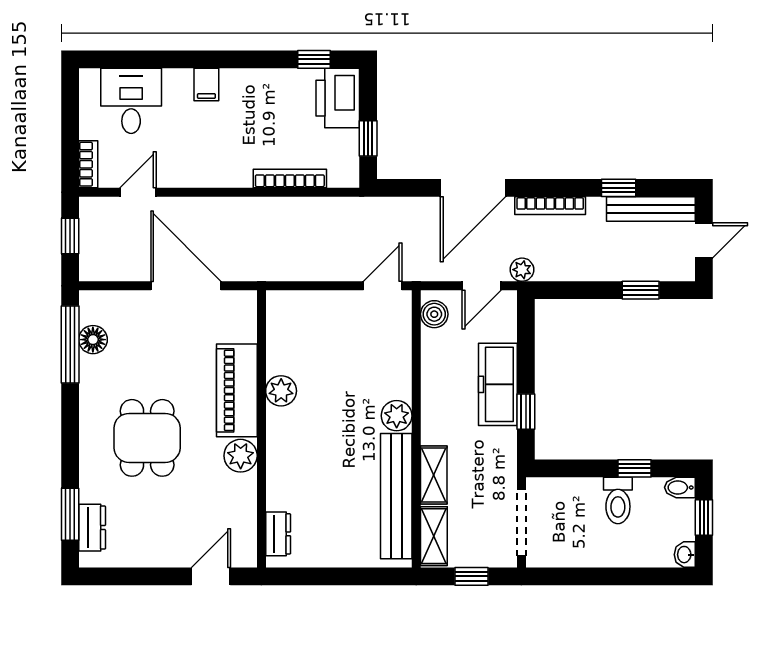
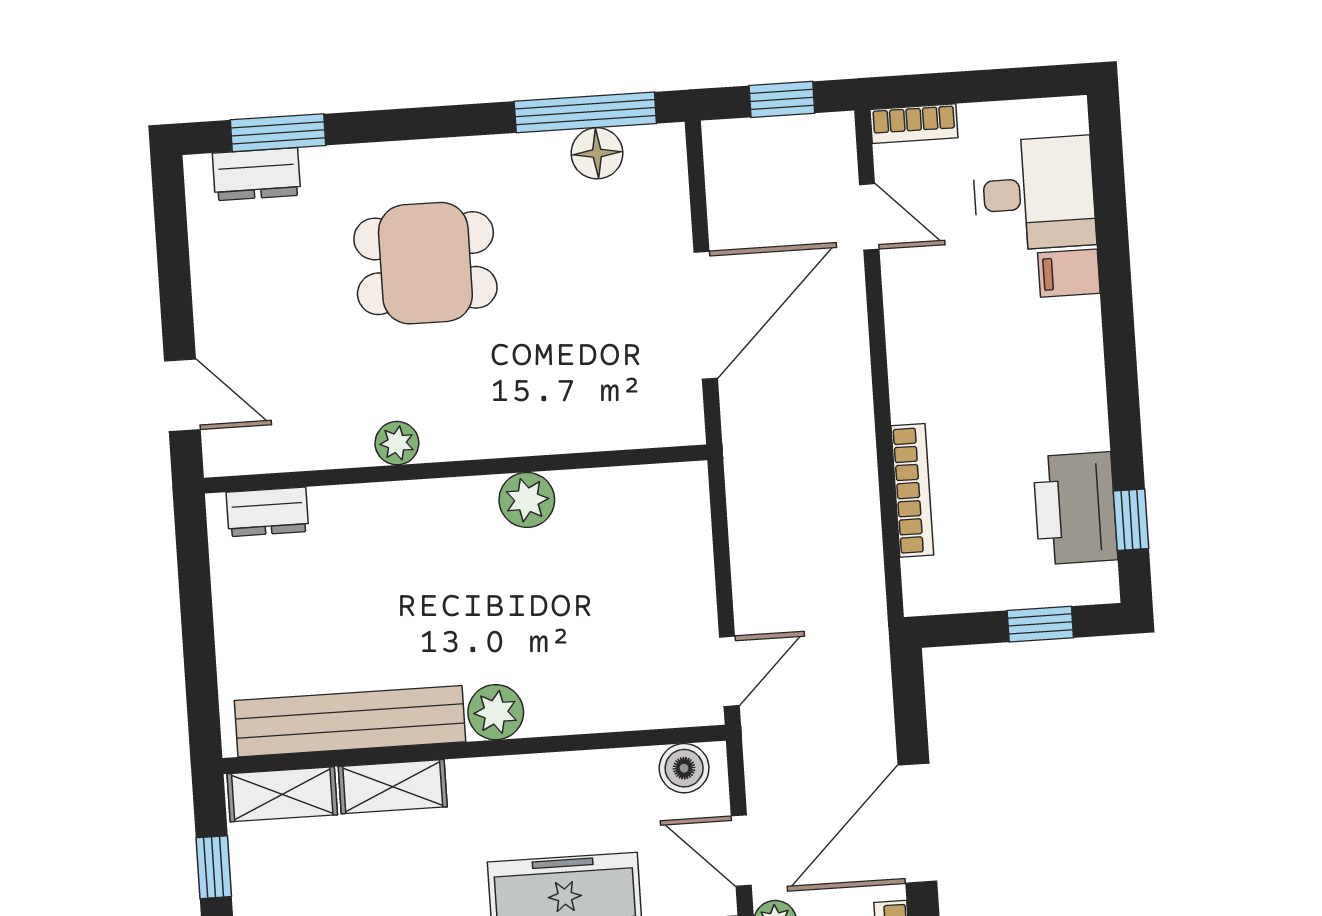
filing cabinet: (206, 85) -> (1069, 273), moved
printer: (338, 98) -> (1075, 508), moved, turned -90
window: (368, 138) -> (1040, 624), moved
door: (473, 188) -> (917, 823), hinge flipped
door: (383, 286) -> (729, 671), hinge flipped
piano: (237, 390) -> (522, 420), removed
plant: (241, 456) -> (397, 443), width x0.73, depth x0.73

